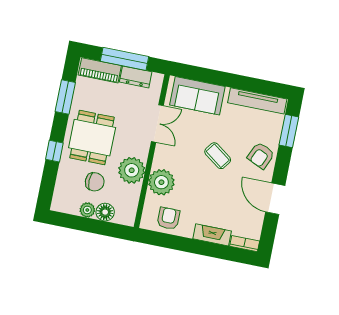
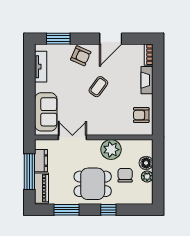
tv unit: (257, 101) -> (41, 67), width x0.71
coffee table: (218, 156) -> (98, 87), moved
plant: (161, 182) -> (115, 126), removed

